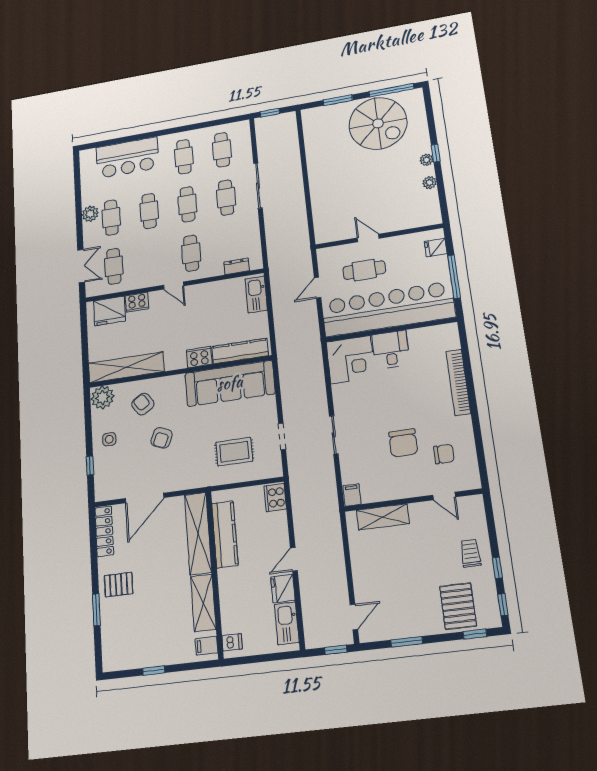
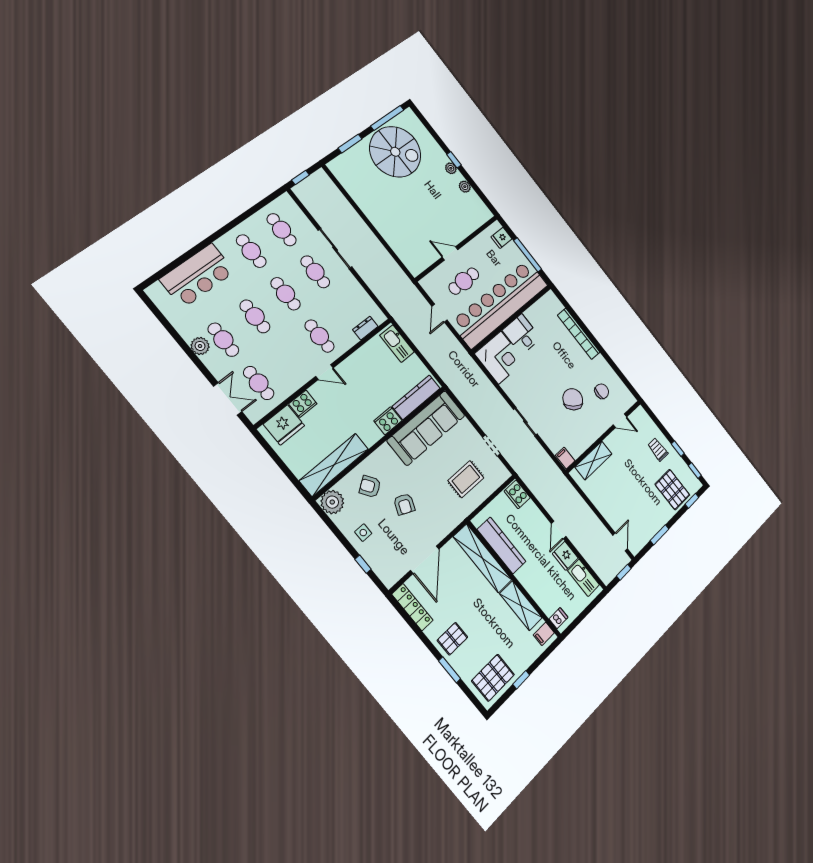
chair: (403, 443) -> (573, 399), turned -143
pallet: (129, 648) -> (493, 678), added

